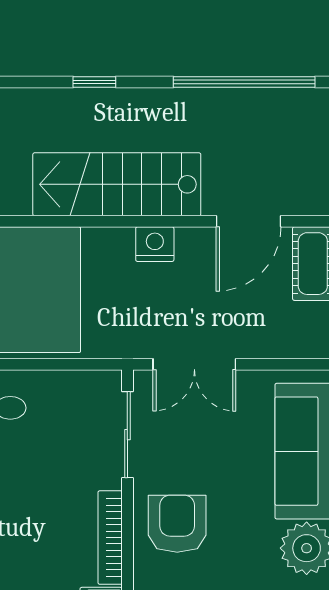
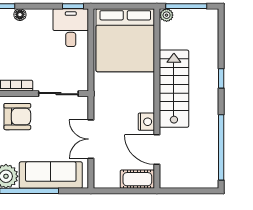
nightstand: (155, 244) -> (146, 122), moved
double door: (194, 364) -> (91, 139), moved

